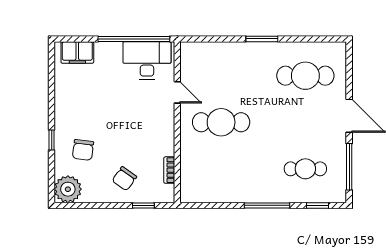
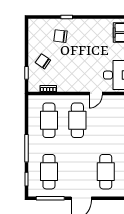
cafe table: (221, 169) -> (49, 120), added
cafe table: (305, 169) -> (49, 172), width x1.37, depth x1.35
plant: (68, 189) -> (37, 27), removed

